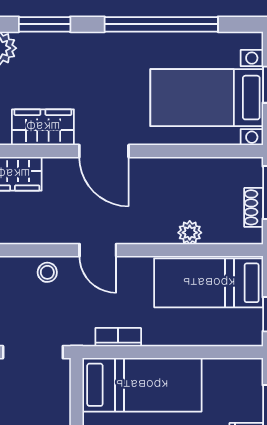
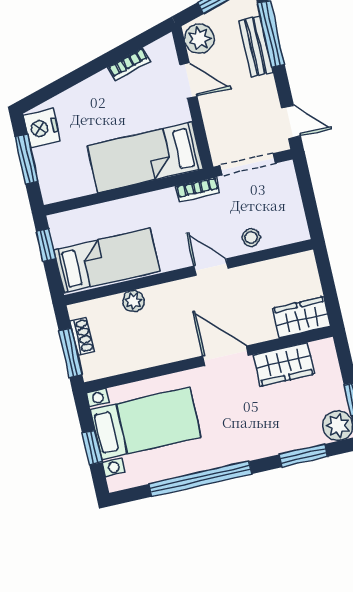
bookcase: (118, 337) -> (198, 189), moved

